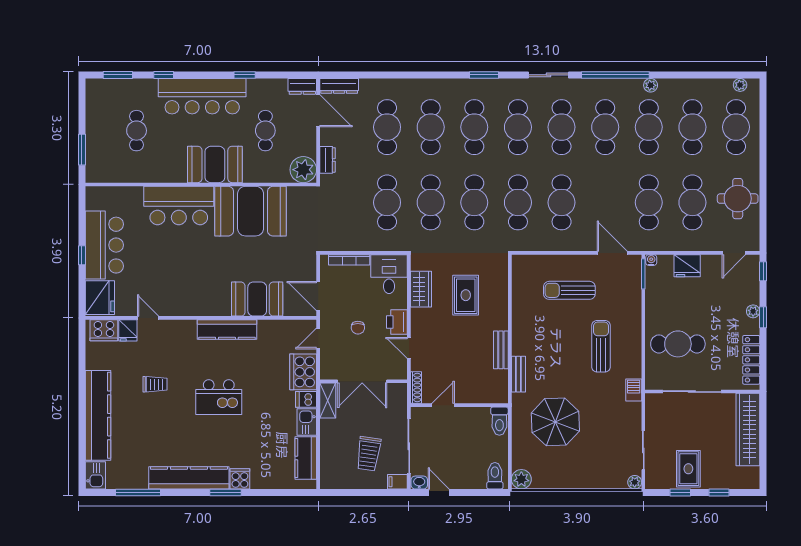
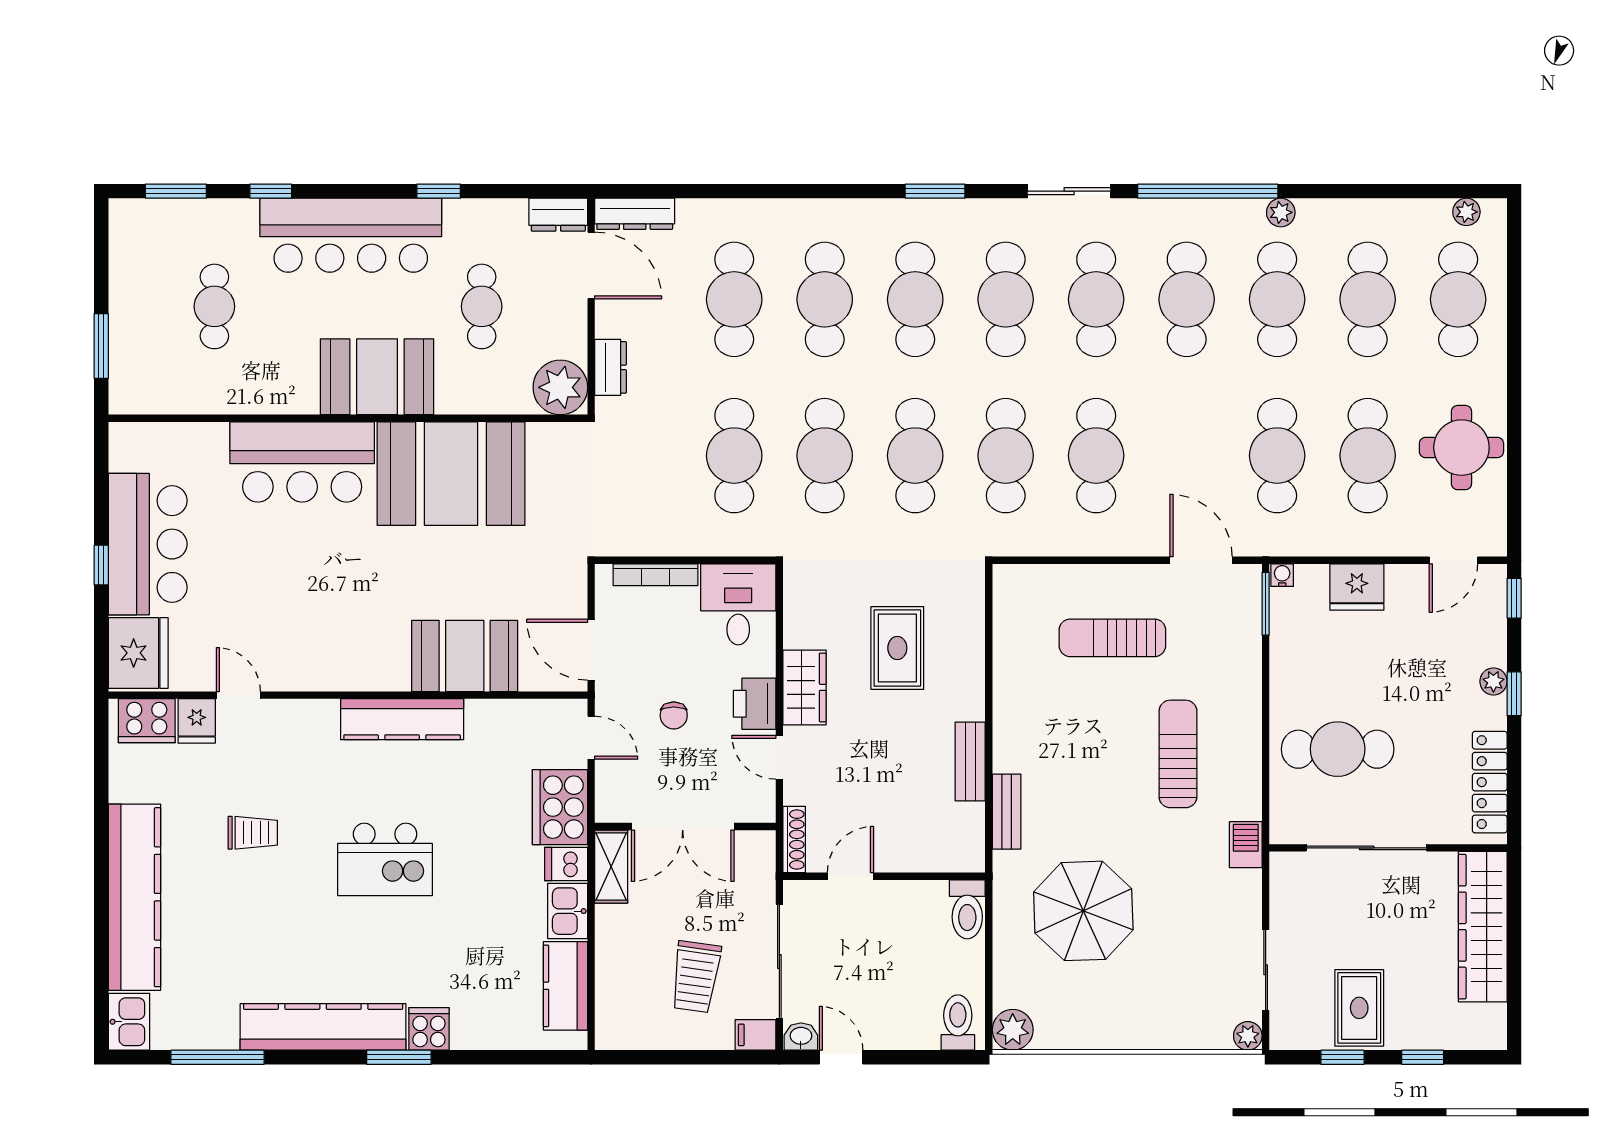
wardrobe: (421, 289) -> (805, 687), moved
door: (318, 338) -> (591, 738), swing flipped

